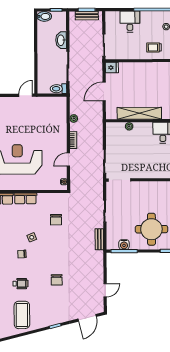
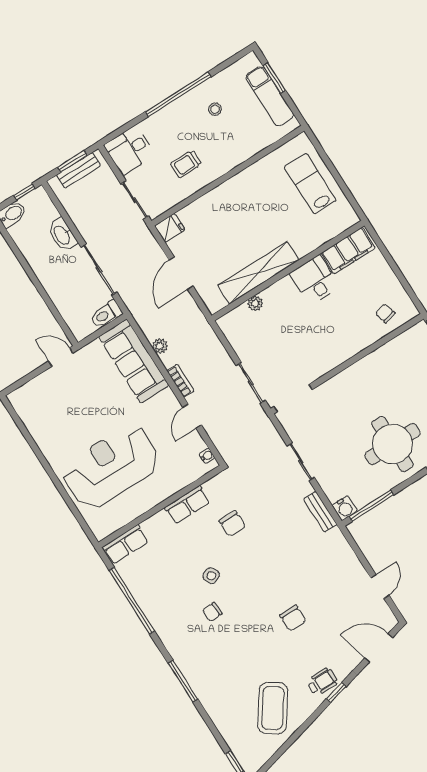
desk: (130, 22) -> (130, 150), moved, turned -90
trolley: (154, 47) -> (186, 164), moved
door: (26, 95) -> (61, 357), hinge flipped
sofa: (58, 118) -> (134, 361), added
row of seats: (25, 198) -> (187, 505), moved
water cooler: (124, 245) -> (345, 508), moved
wheelchair: (20, 284) -> (322, 682), moved
coffee table: (22, 315) -> (273, 708), turned 35
door: (87, 318) -> (379, 648), swing flipped

